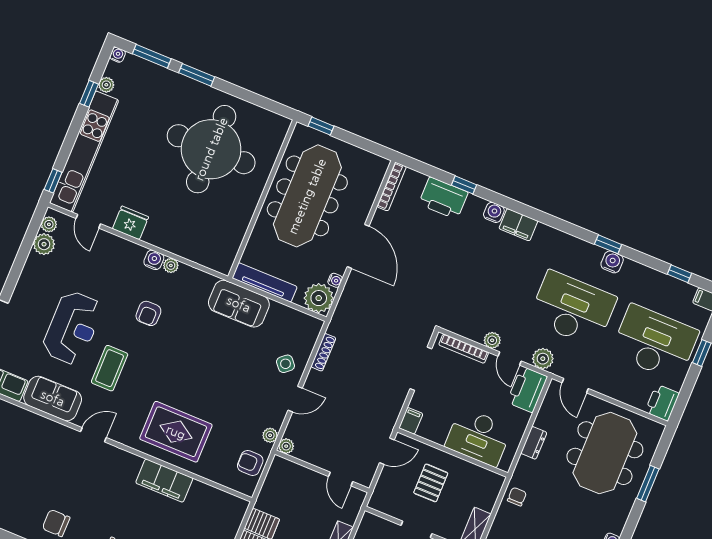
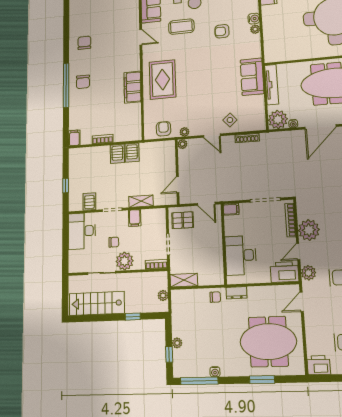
plant: (492, 340) -> (309, 230), width x1.87, depth x1.87
dresser: (534, 443) -> (236, 293), moved
pallet: (431, 483) -> (183, 220), moved

